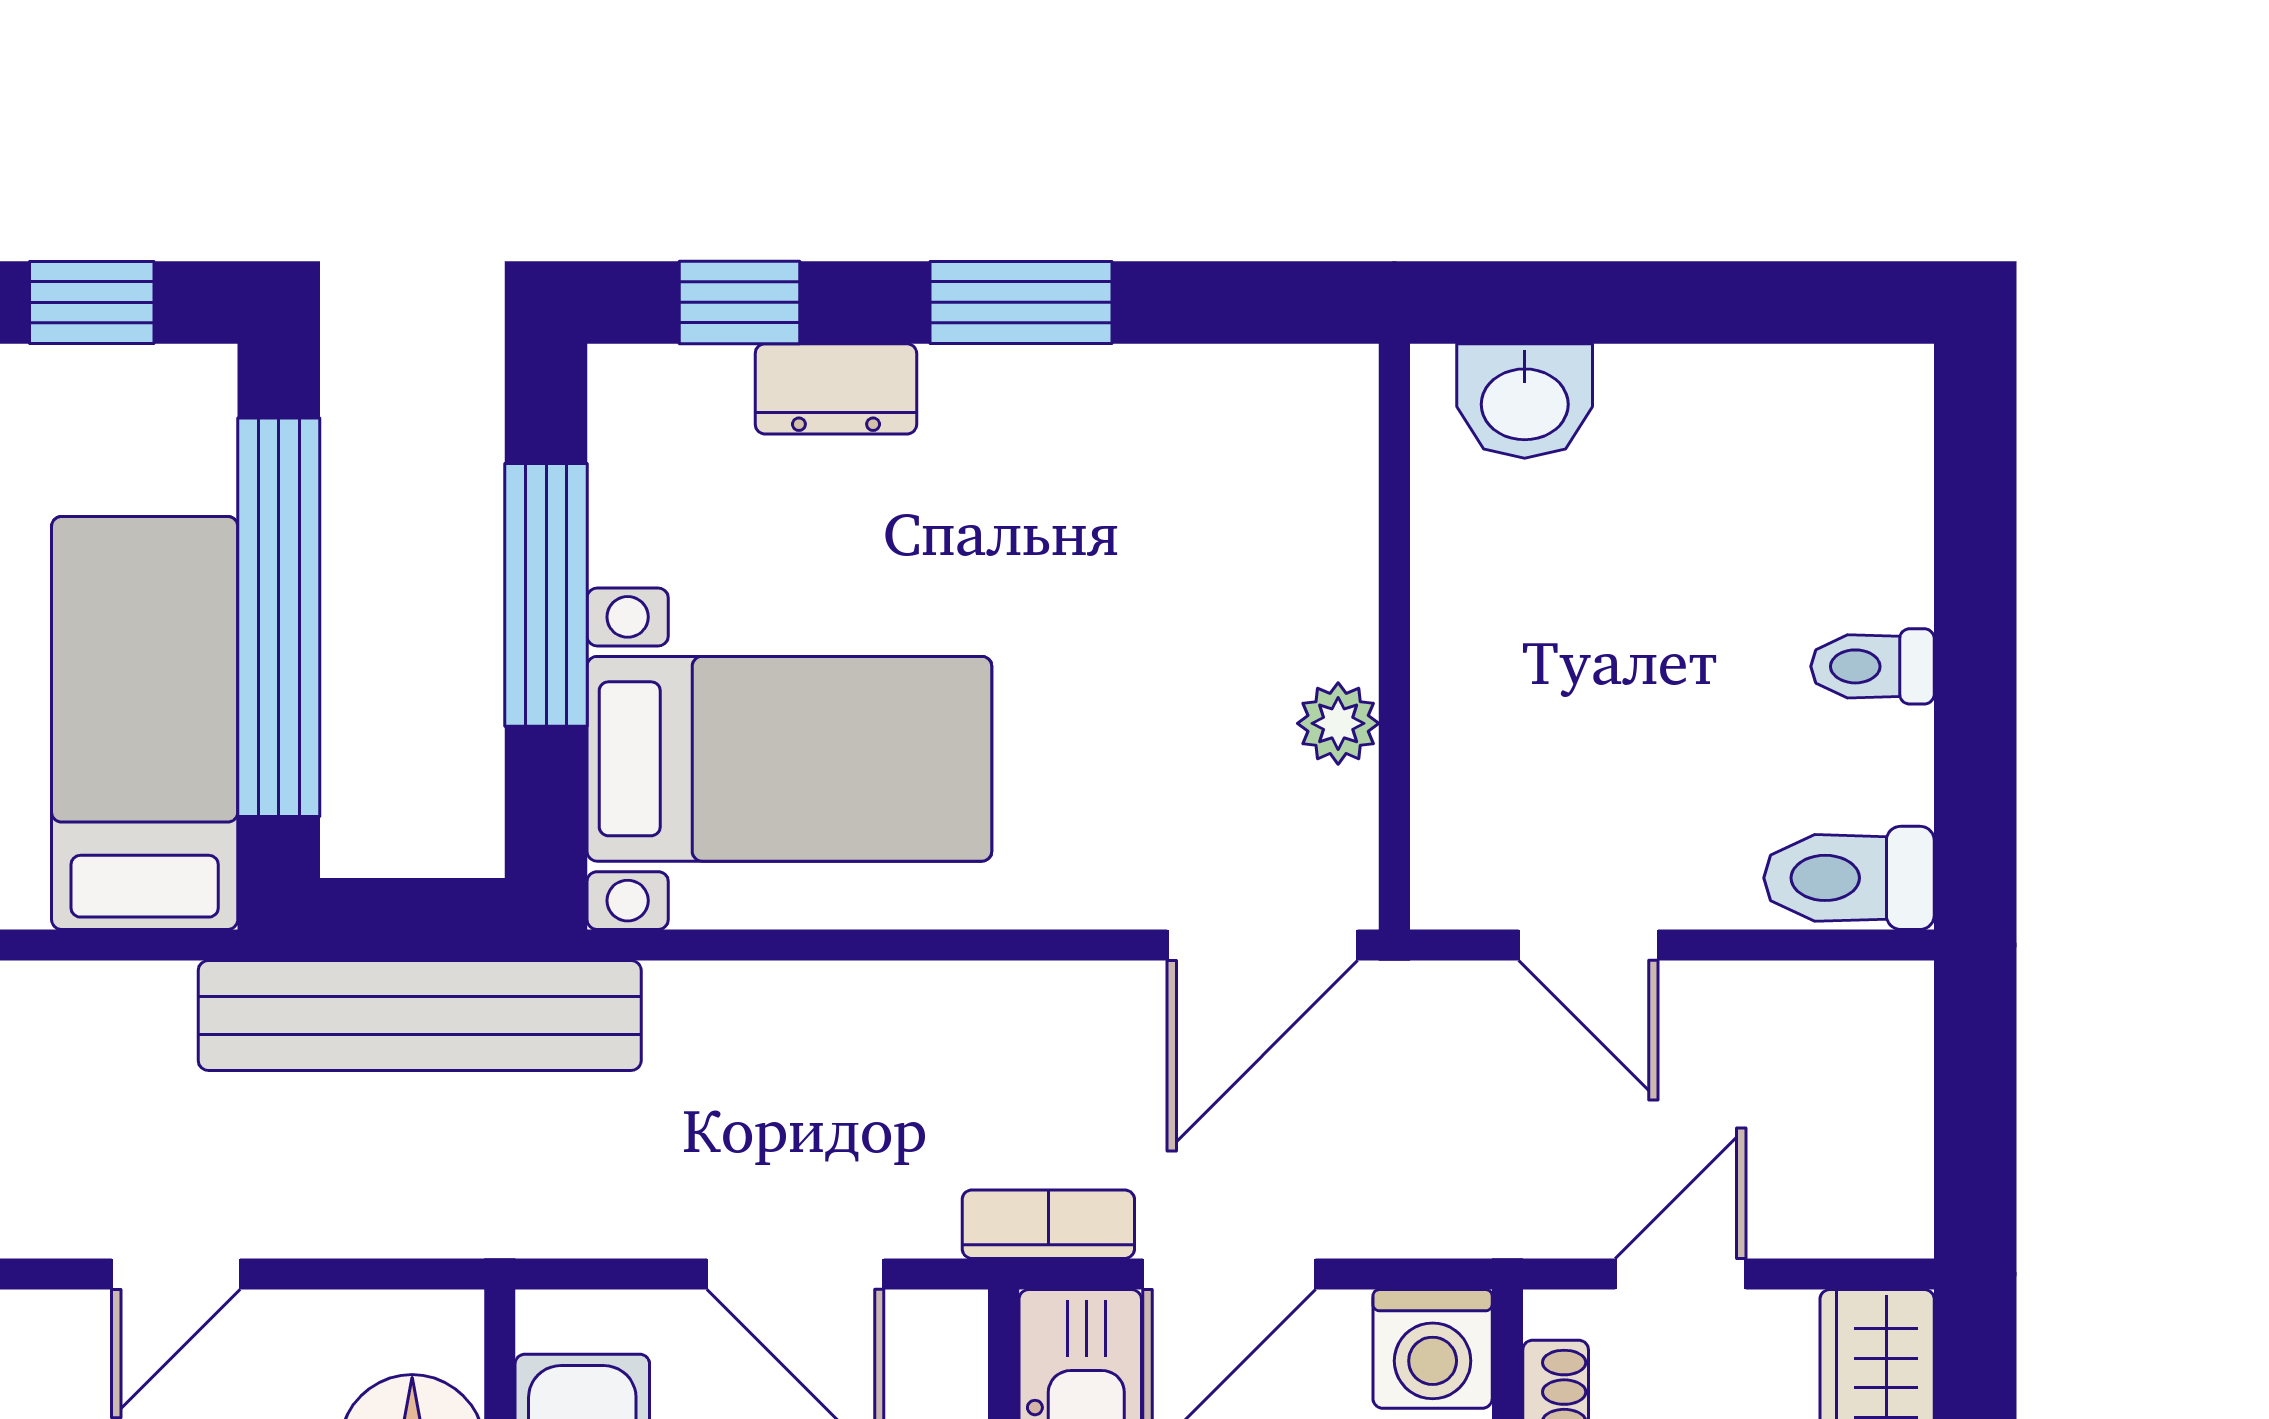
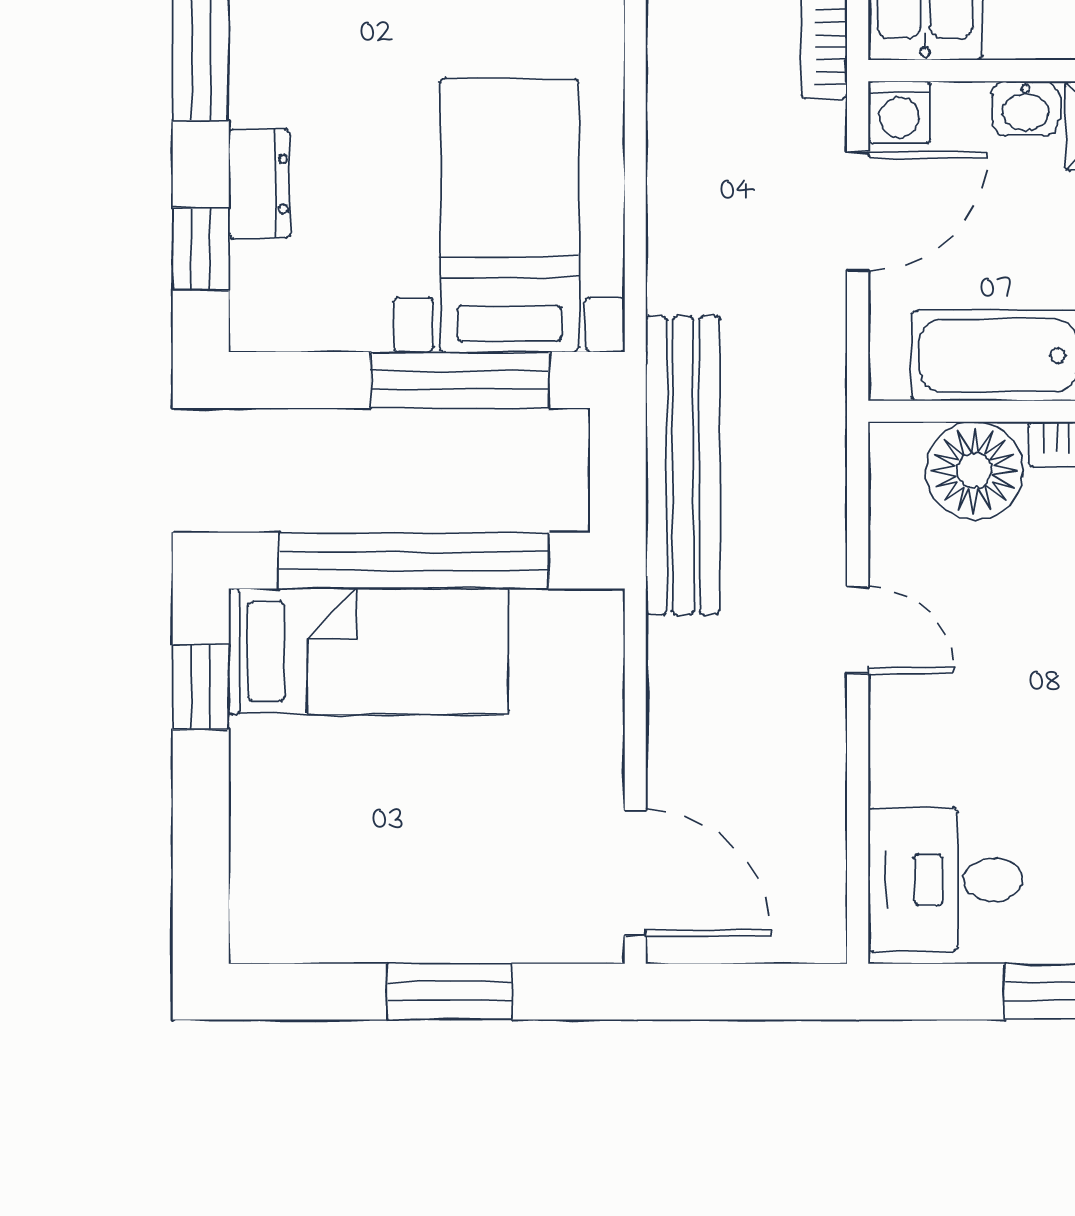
window: (546, 595) -> (460, 380), moved
bed: (145, 723) -> (368, 651), moved, turned 180
washing machine: (942, 1336) -> (899, 112), added

